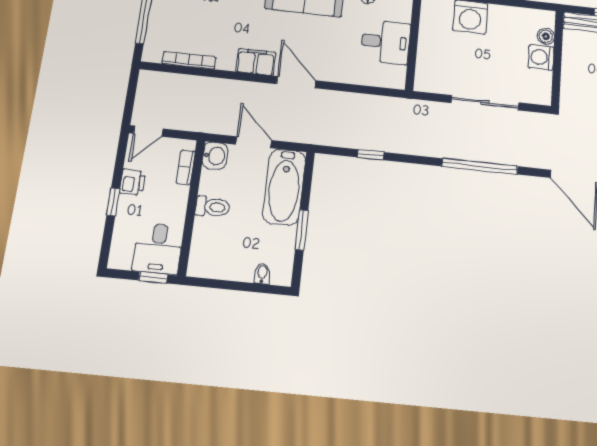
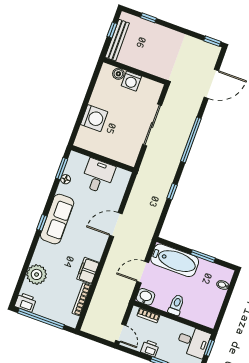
filing cabinet: (256, 62) -> (88, 271), moved
door: (296, 82) -> (116, 225), moved
window: (371, 155) -> (172, 192), moved

